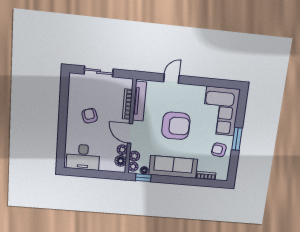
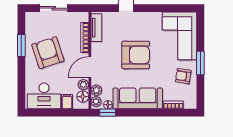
tv unit: (139, 101) -> (96, 28), width x0.71
window: (63, 106) -> (21, 45), added
armchair: (90, 116) -> (48, 53), width x1.88, depth x1.88
door: (130, 134) -> (90, 67), hinge flipped
filing cabinet: (105, 164) -> (67, 102), added

